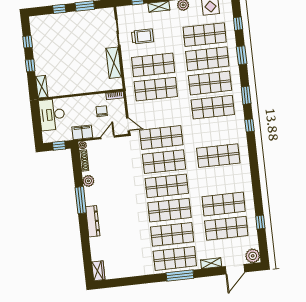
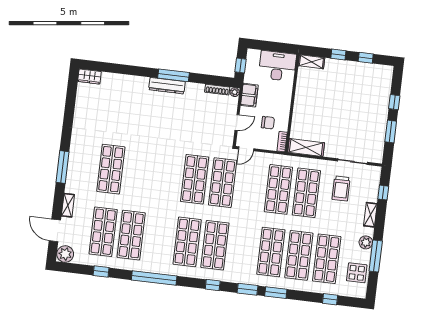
window: (242, 55) -> (276, 293), moved
shelving: (114, 63) -> (306, 147), moved
shop shelf: (213, 107) -> (215, 245), moved
door: (108, 137) -> (237, 122), hinge flipped
window: (255, 176) -> (154, 278), added
plant: (88, 181) -> (193, 89), removed
shop shelf: (167, 186) -> (167, 176), removed
shop shelf: (169, 210) -> (139, 173), removed
dresser: (93, 221) -> (167, 86), moved
shop shelf: (175, 259) -> (83, 166), removed

